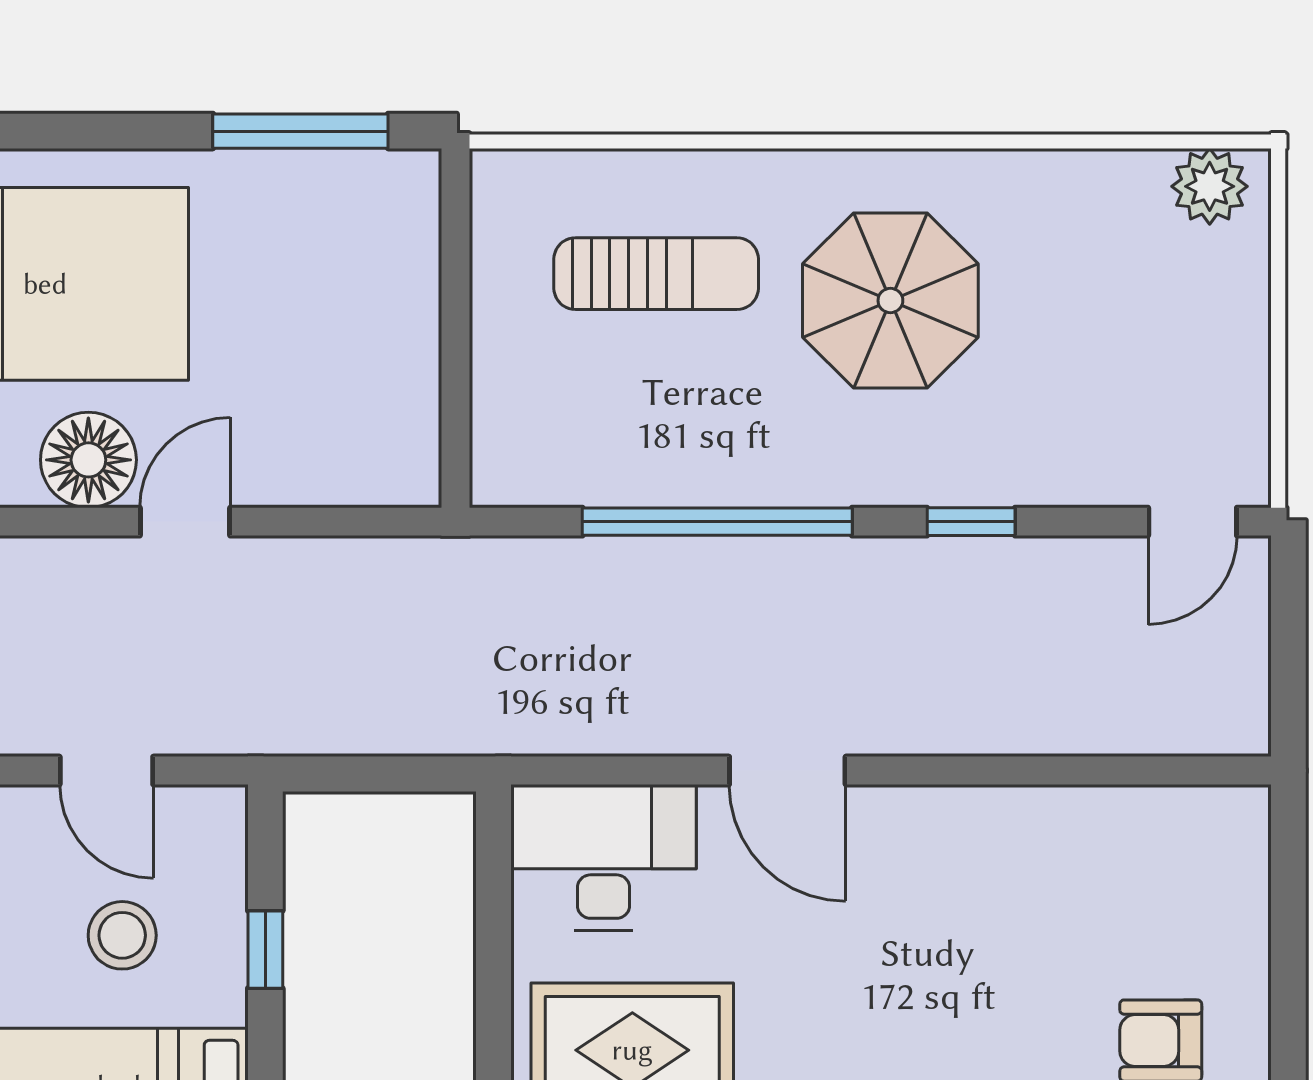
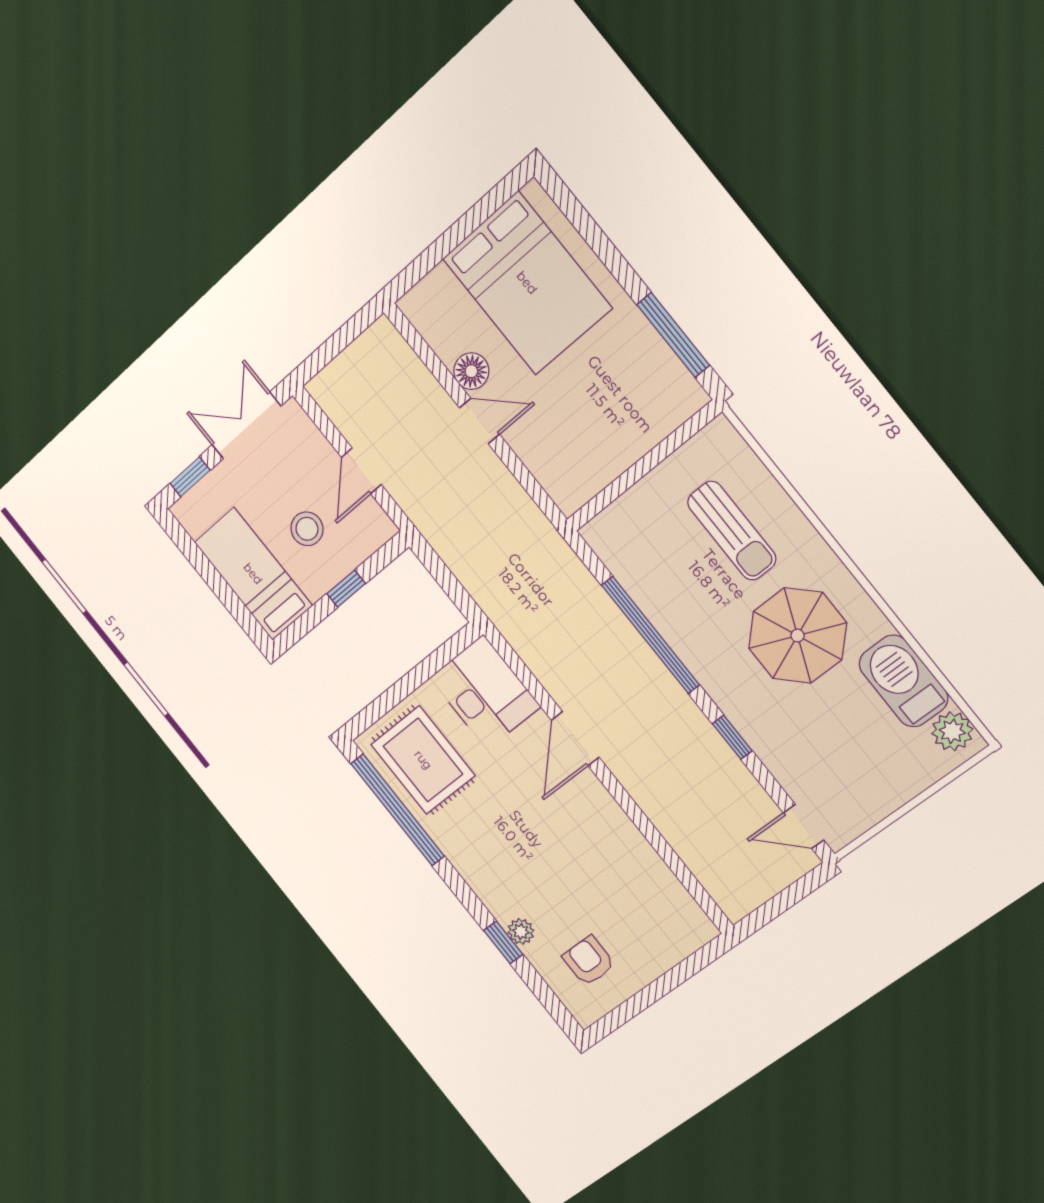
barbecue: (1079, 199) -> (903, 681), added
floor lamp: (88, 460) -> (471, 371), width x0.73, depth x0.73

